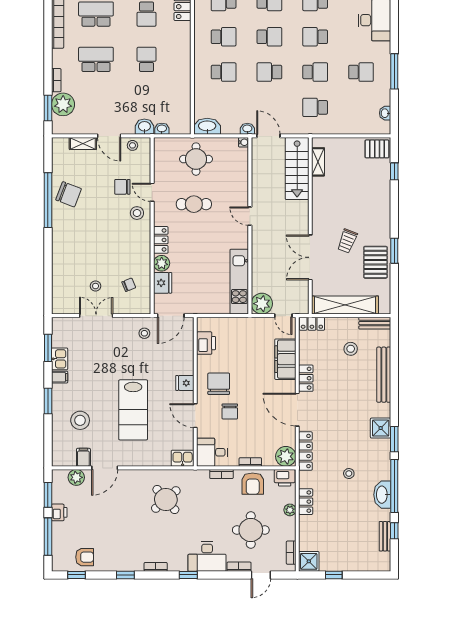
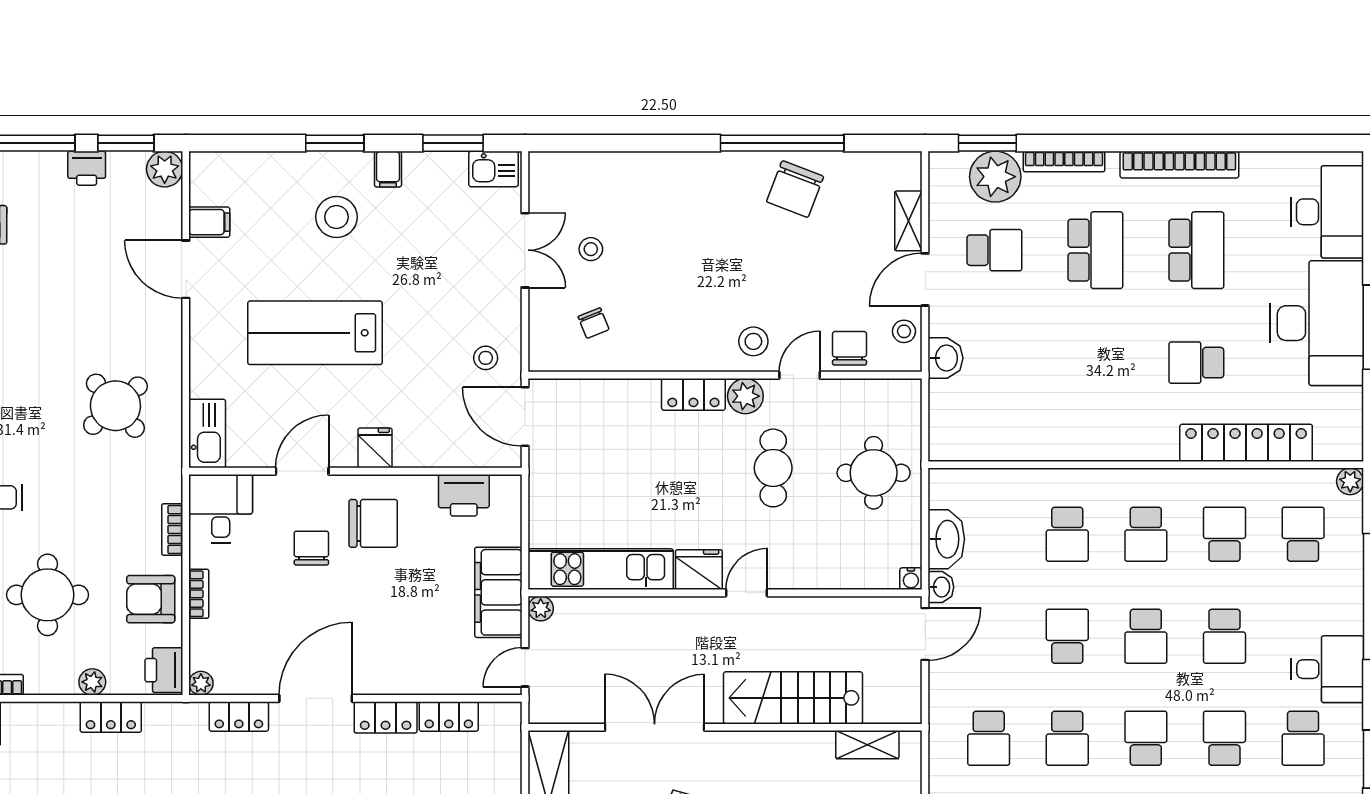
school desk: (147, 59) -> (994, 250), moved
bookcase: (56, 80) -> (1064, 162), width x1.56
school desk: (315, 107) -> (989, 738), turned 180
washbasin: (207, 126) -> (946, 539), moved
washbasin: (162, 129) -> (941, 397), removed
stairs: (297, 169) -> (793, 698), moved
chair: (122, 187) -> (849, 348), moved
plant: (162, 263) -> (745, 396), moved
fridge: (163, 283) -> (699, 570), moved, turned 180
plant: (262, 304) -> (541, 608), width x0.53, depth x0.53
locker: (312, 324) -> (449, 716), moved, turned -90
kitchen sink: (60, 359) -> (494, 169), moved
filing cabinet: (285, 359) -> (498, 592), moved, turned -90
chair: (230, 411) -> (311, 548), turned 90
stool: (80, 420) -> (336, 217), moved
locker: (305, 451) -> (239, 716), width x0.66
plant: (286, 456) -> (201, 683), width x0.53, depth x0.53
kitchen sink: (183, 458) -> (207, 434), width x1.38
plant: (76, 477) -> (165, 169), moved

